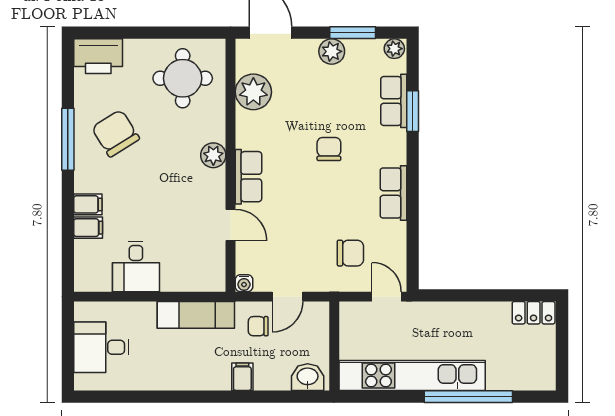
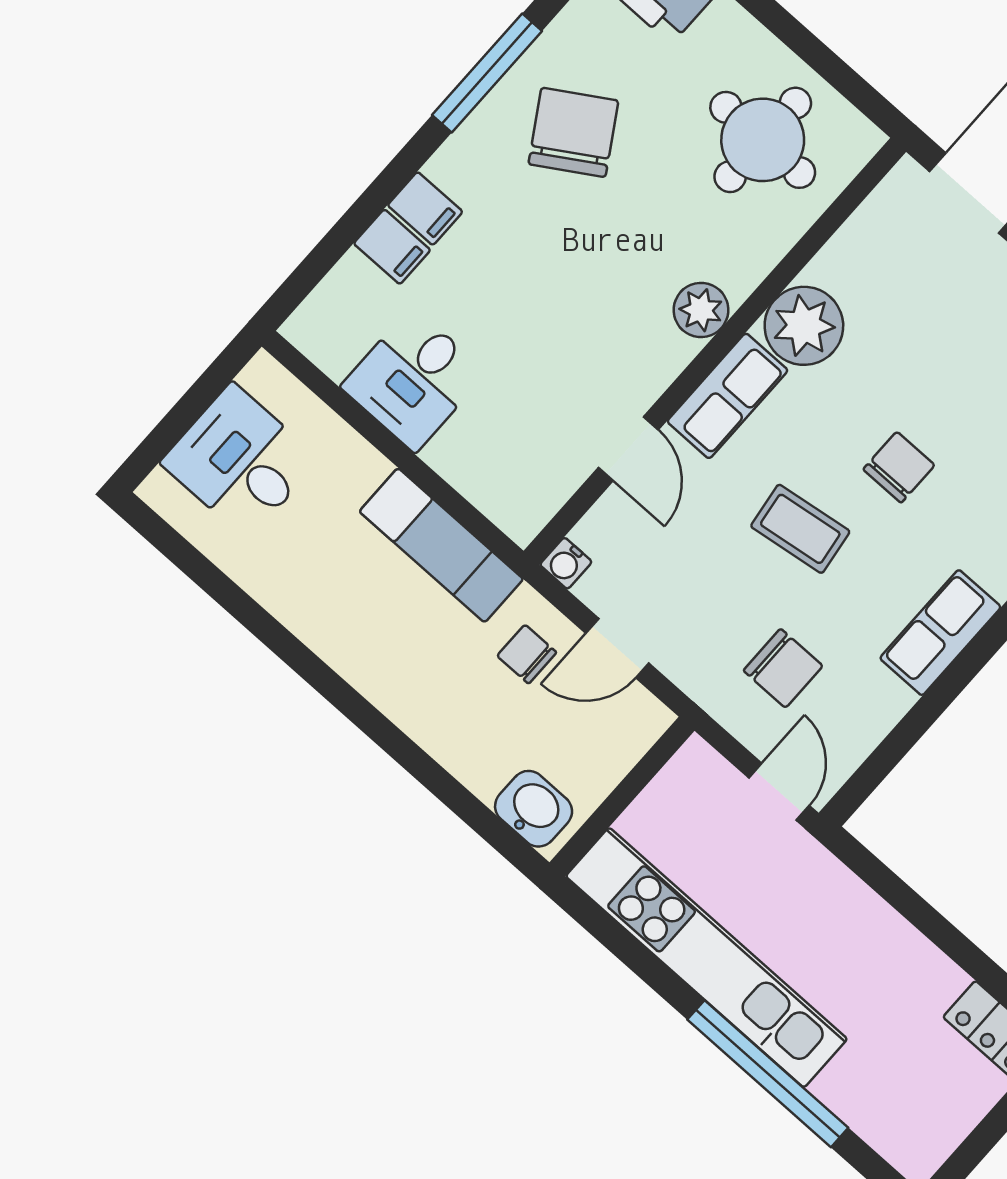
plant: (253, 92) -> (804, 326), moved
coffee table: (314, 200) -> (800, 529), added
filing cabinet: (242, 377) -> (428, 714), removed

